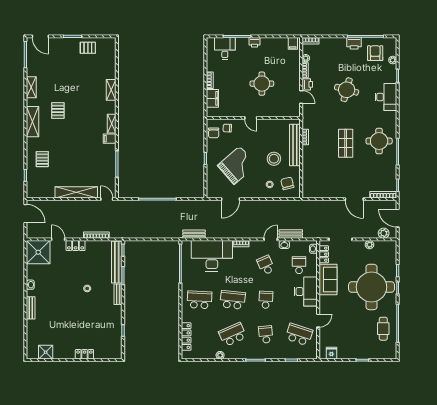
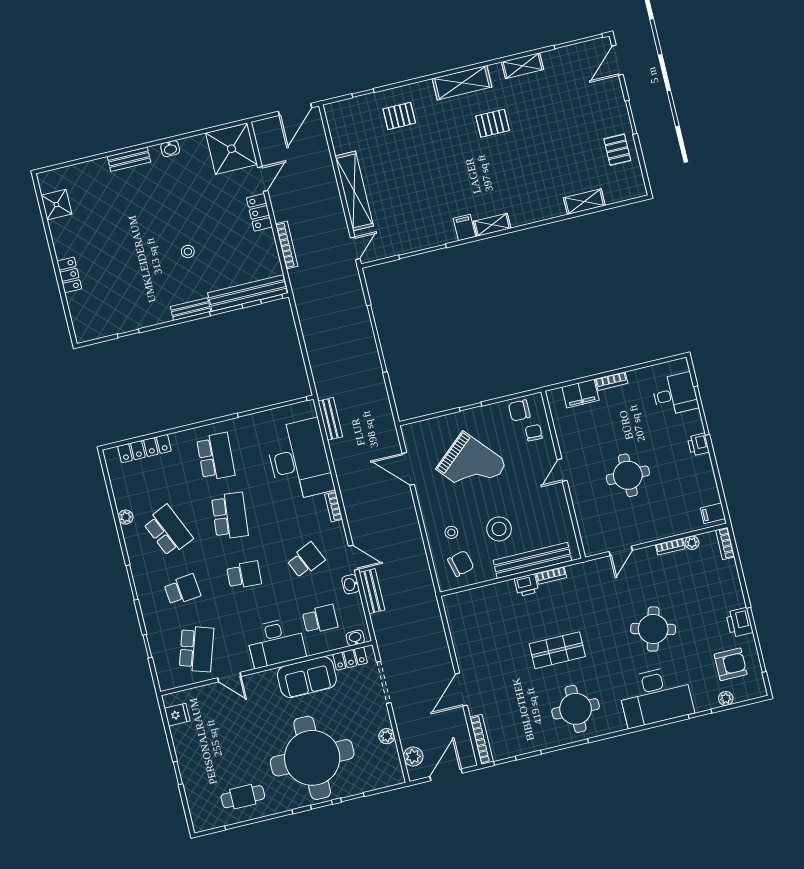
printer: (307, 84) -> (527, 585), moved
shelving: (111, 90) -> (584, 202), moved
desk: (386, 97) -> (656, 696), width x1.36, depth x1.30

